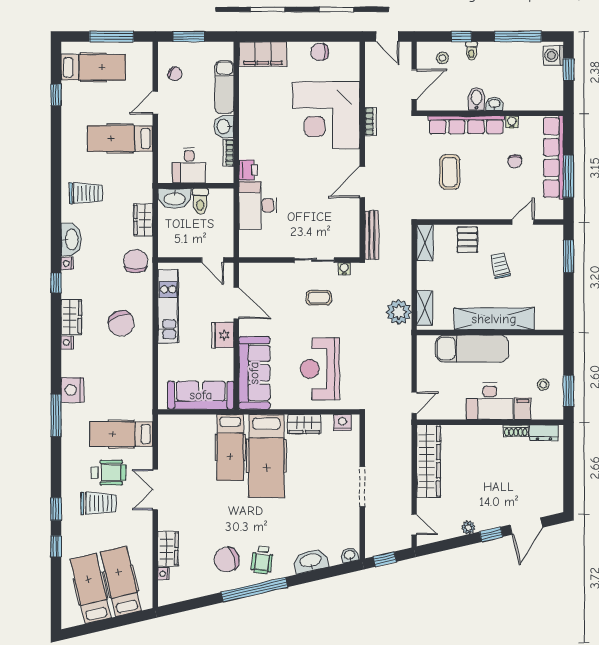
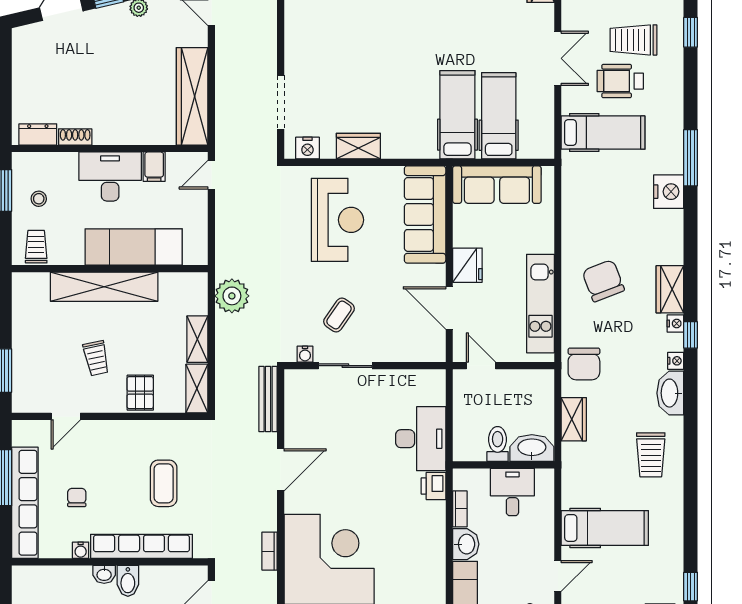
trolley: (86, 193) -> (651, 455), turned -90
coffee table: (319, 298) -> (339, 315), turned -55
shelving: (425, 308) -> (197, 339), moved
nightstand: (67, 343) -> (675, 323), moved
trolley: (545, 349) -> (36, 247), added
filing cabinet: (523, 409) -> (154, 167), moved
hospital bed: (266, 456) -> (499, 116), moved, width x0.73, depth x0.78
doorway: (362, 487) -> (281, 102), moved

